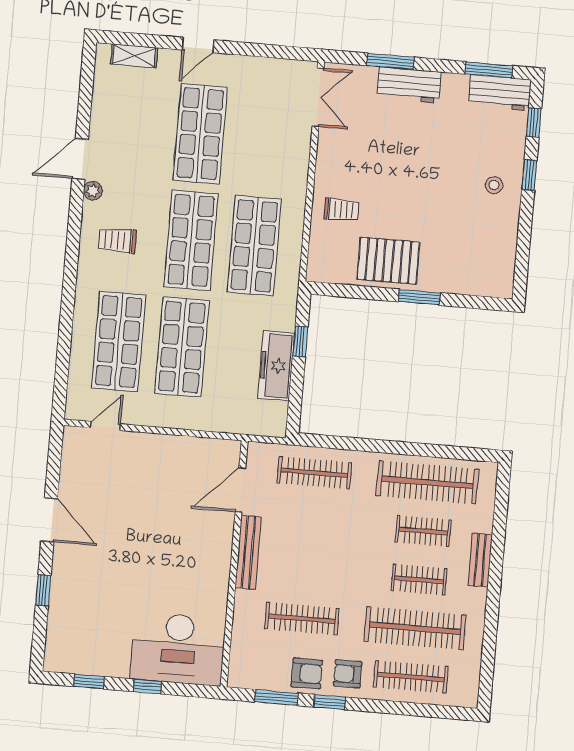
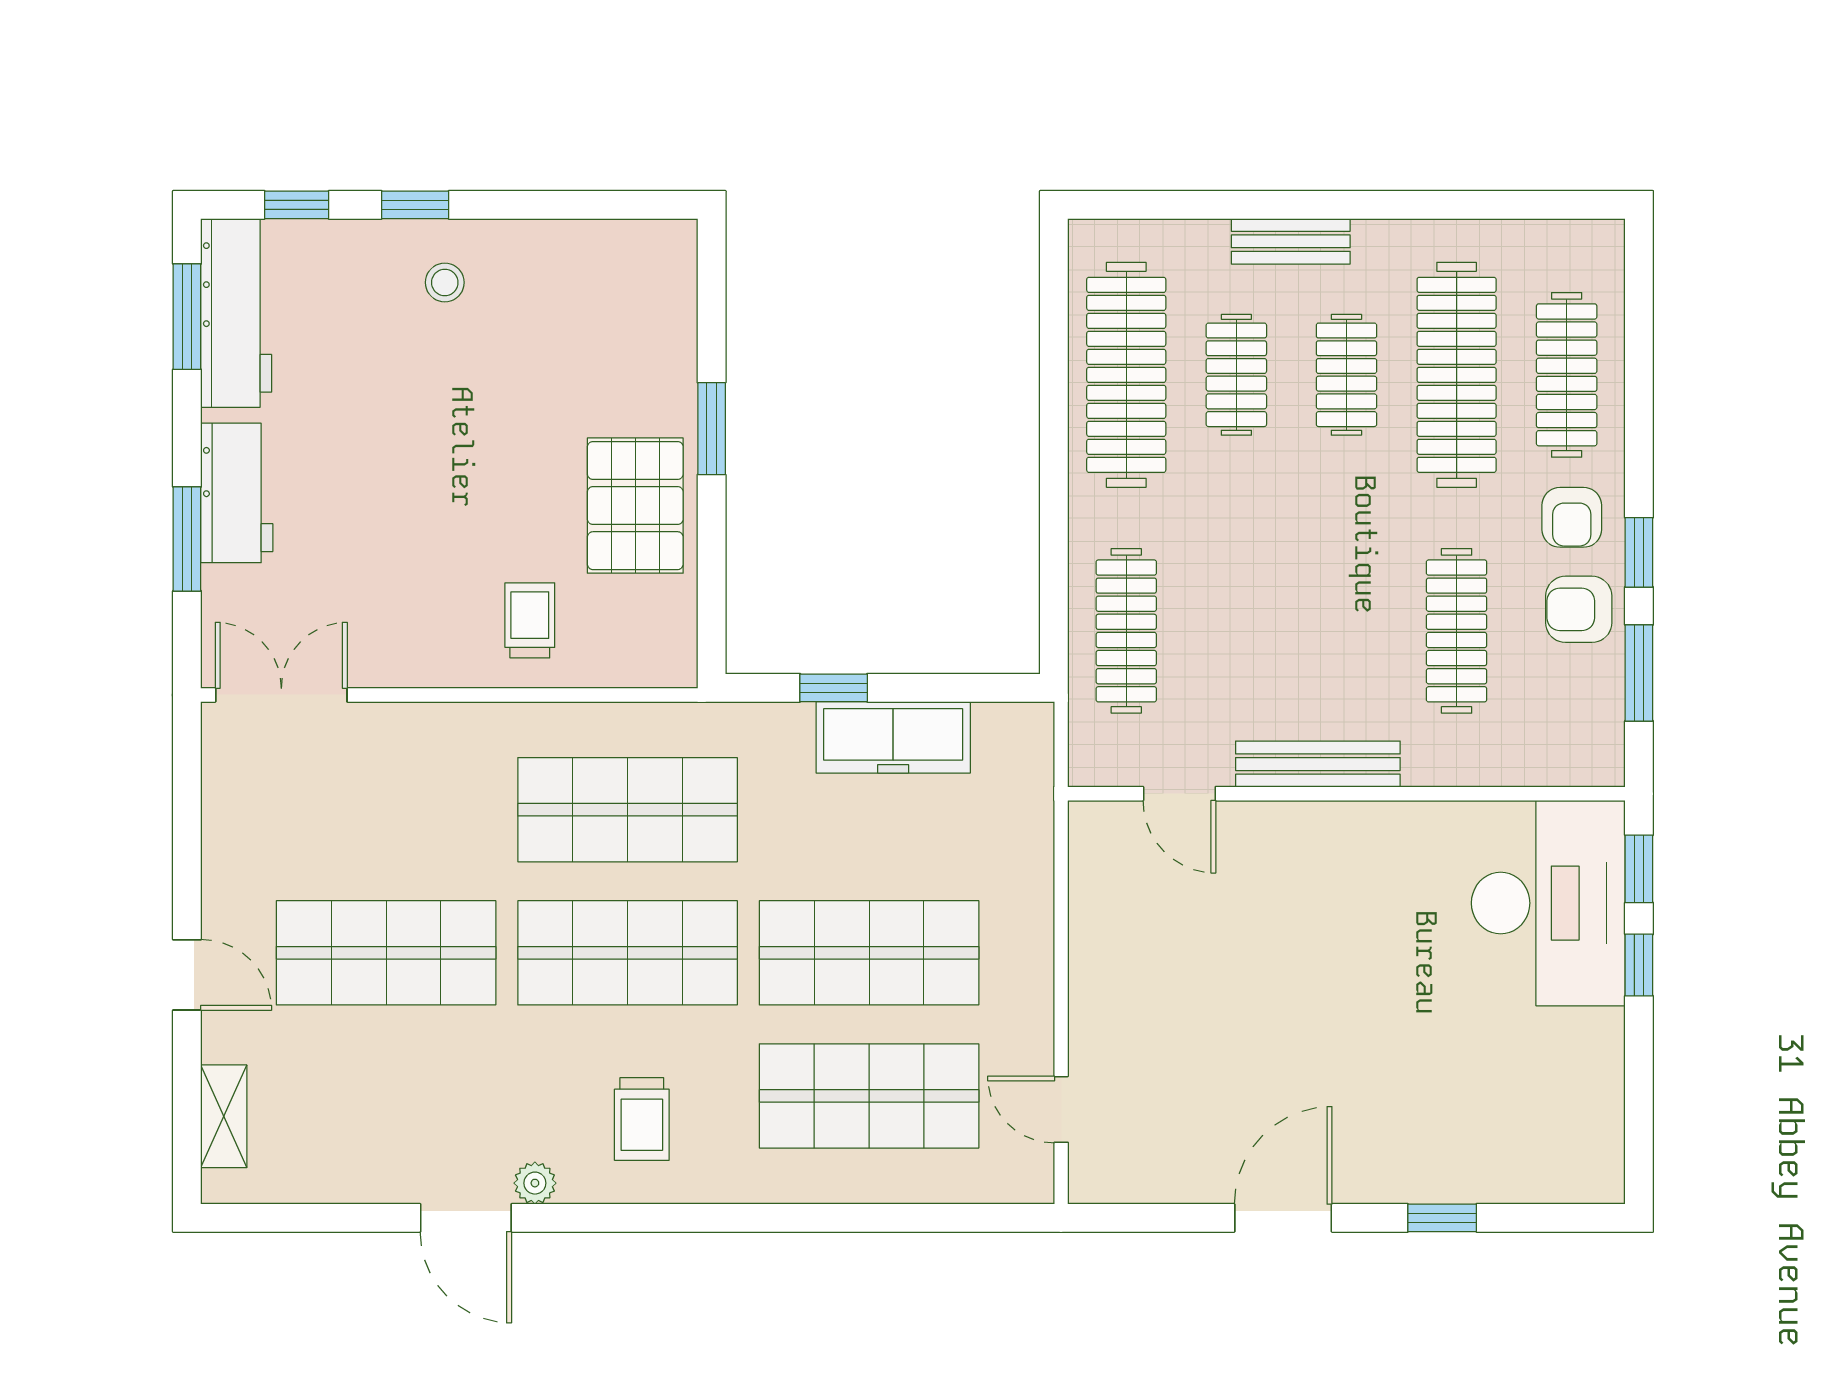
workbench: (500, 93) -> (236, 313), width x1.38
door: (240, 490) -> (1179, 794), width x0.73
armchair: (307, 673) -> (1579, 609), turned -90
window: (89, 681) -> (1639, 869), moved

